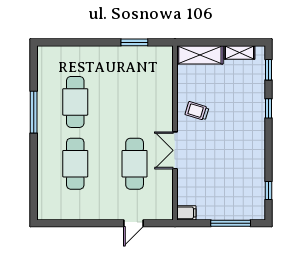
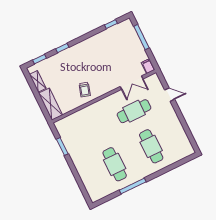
cafe table: (75, 102) -> (115, 164), turned 90
double door: (175, 150) -> (132, 83), moved
cafe table: (75, 164) -> (151, 146), turned 90

